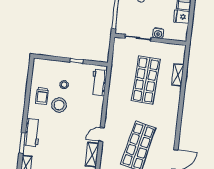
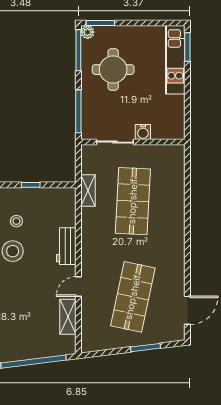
fridge: (182, 17) -> (174, 105), removed
shelving: (178, 75) -> (88, 191), moved
workbench: (99, 82) -> (66, 246), moved

